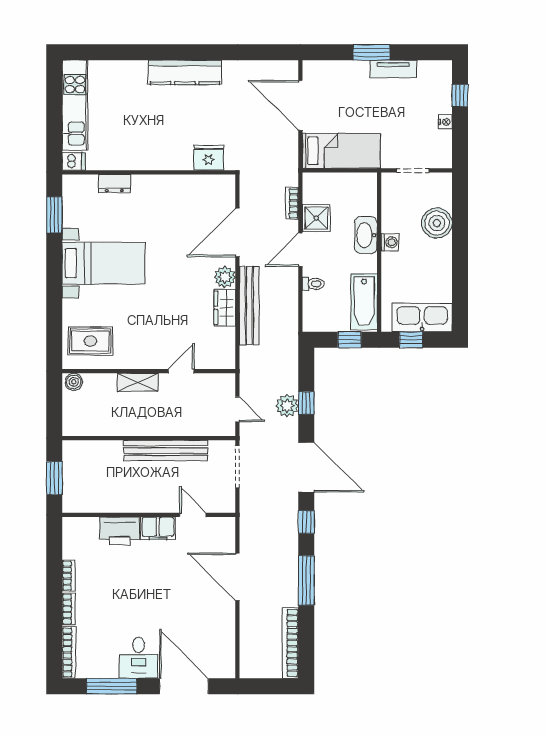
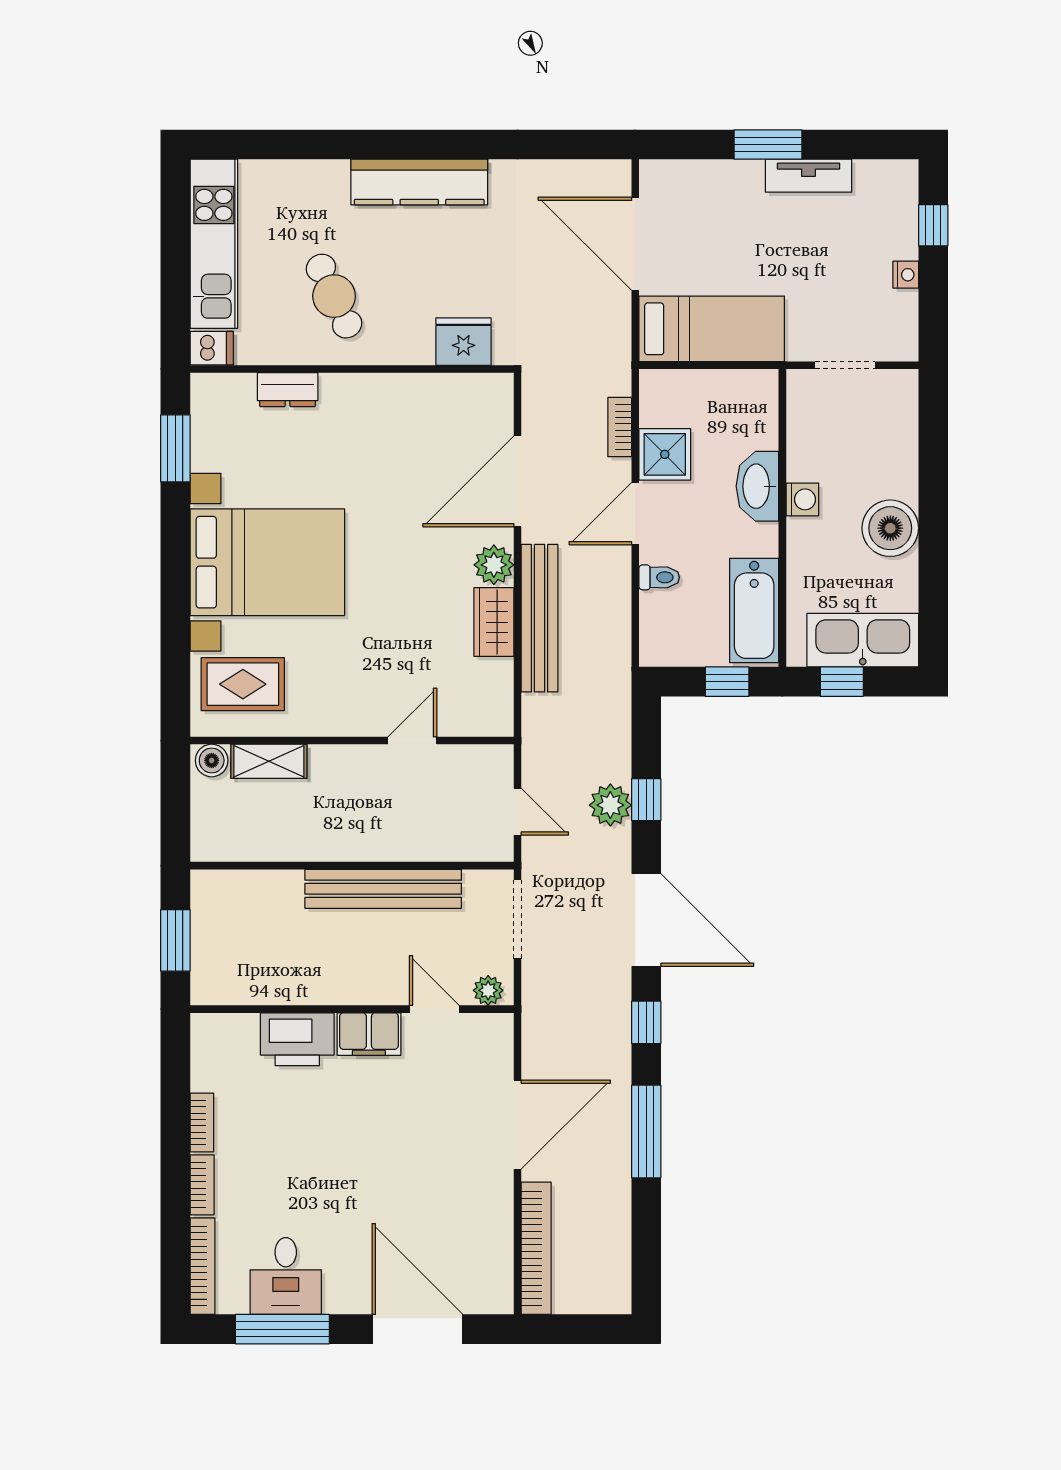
cafe table: (139, 133) -> (334, 296), added
boiler: (437, 223) -> (890, 528), moved
bed with nightstands: (104, 263) -> (267, 562), width x1.36
shelving: (138, 382) -> (269, 761), moved
plant: (222, 505) -> (488, 990), added
door: (237, 577) -> (517, 1125), swing flipped
bookcase: (290, 643) -> (536, 1248), moved, turned 180
desk: (139, 658) -> (286, 1276), moved

